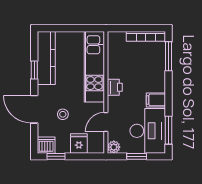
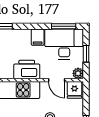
printer: (115, 87) -> (27, 69), width x1.87, depth x1.48
fridge: (79, 143) -> (74, 90), moved, turned -90

